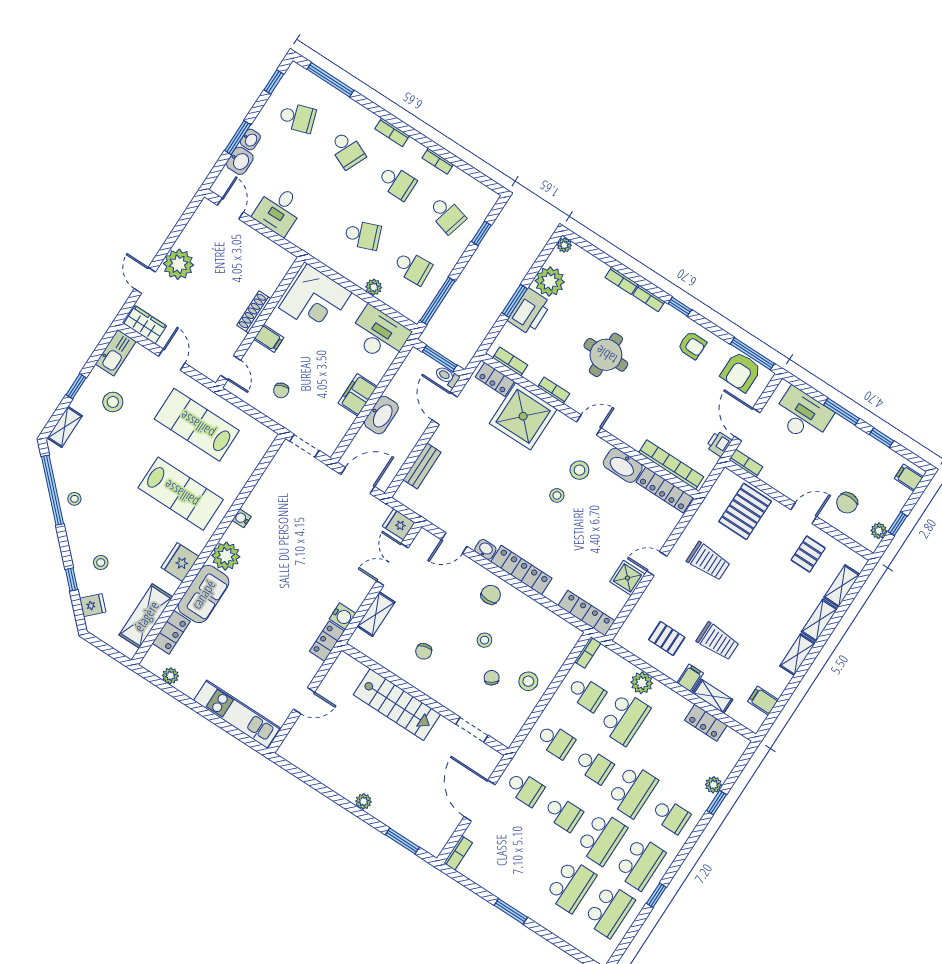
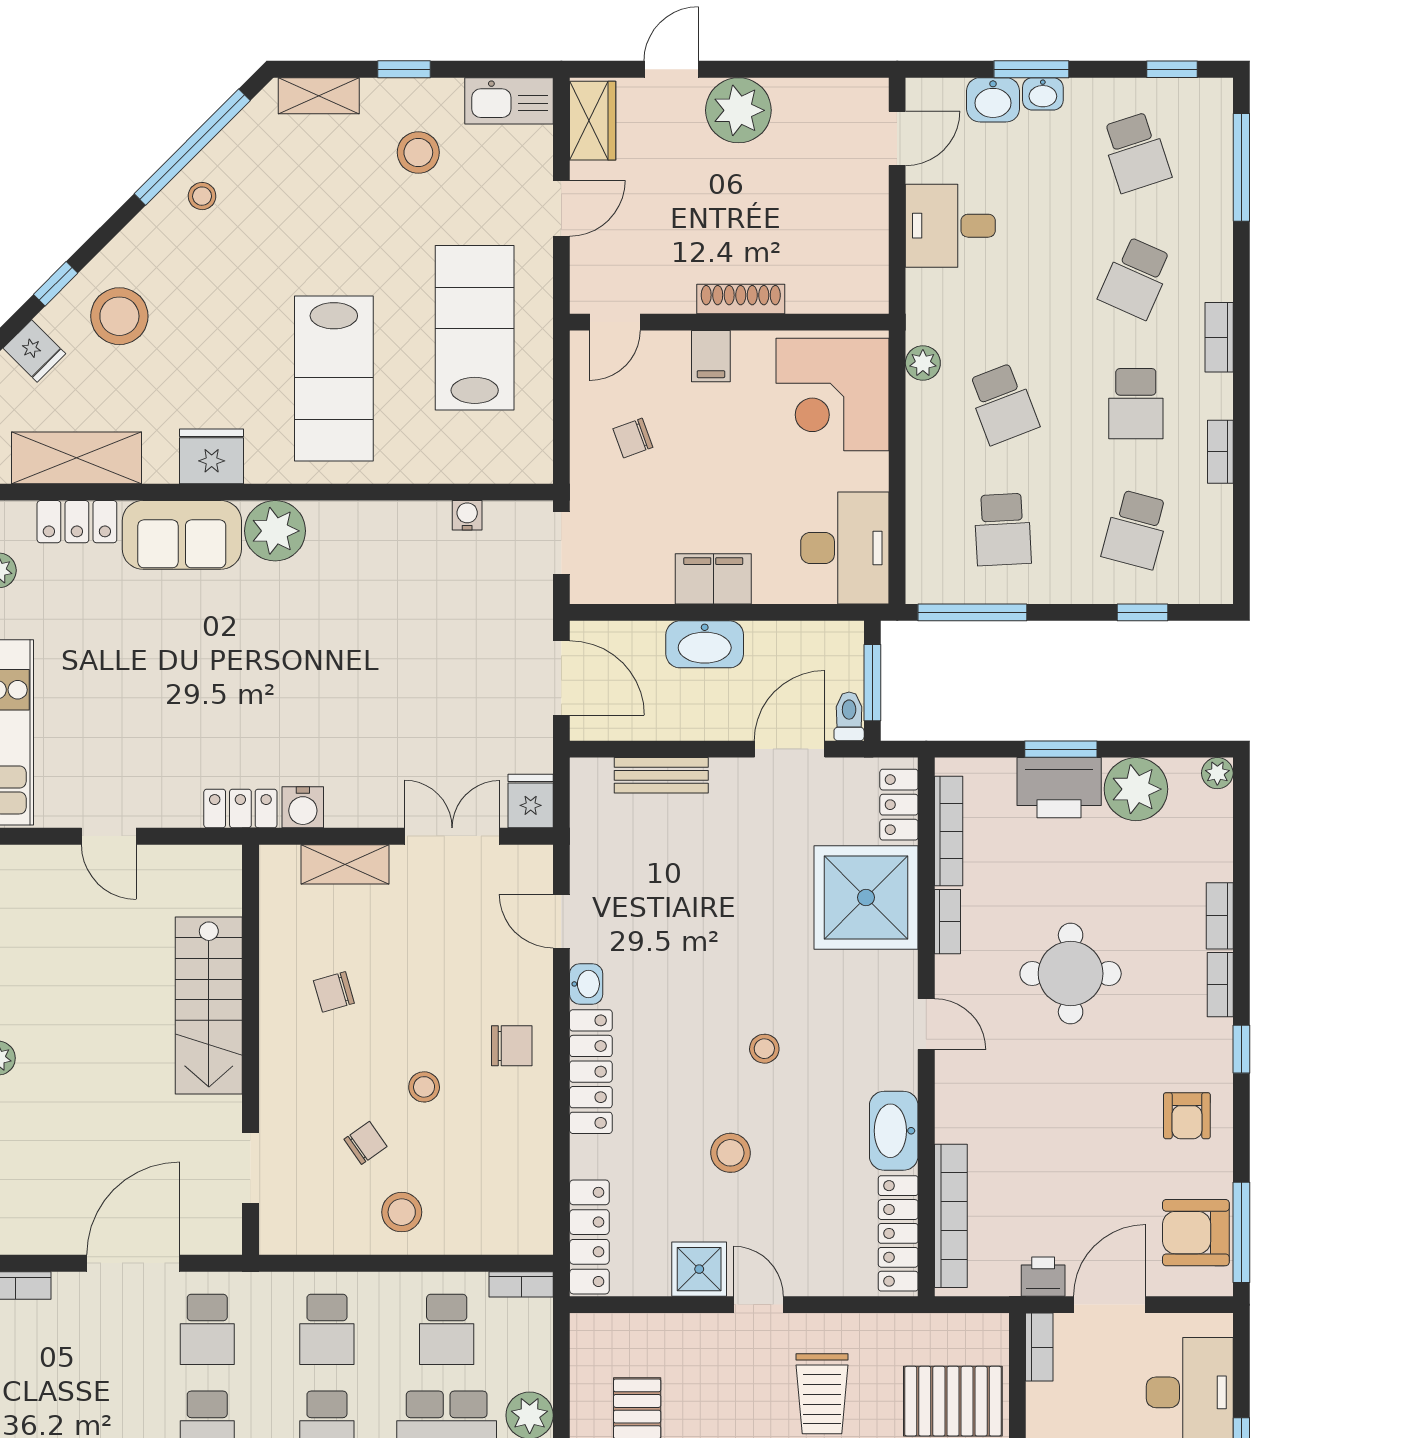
plant: (374, 287) -> (923, 363), moved
bookcase: (510, 361) -> (949, 831), width x1.56
stool: (579, 470) -> (730, 1153), moved
water cooler: (242, 518) -> (467, 515), moved
stool: (101, 563) -> (119, 316), width x1.89, depth x1.89

